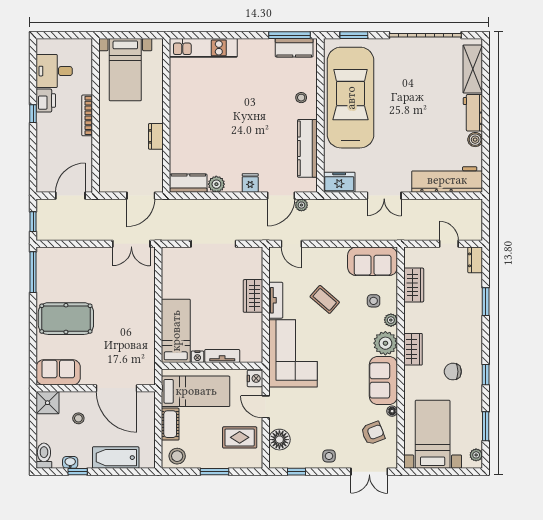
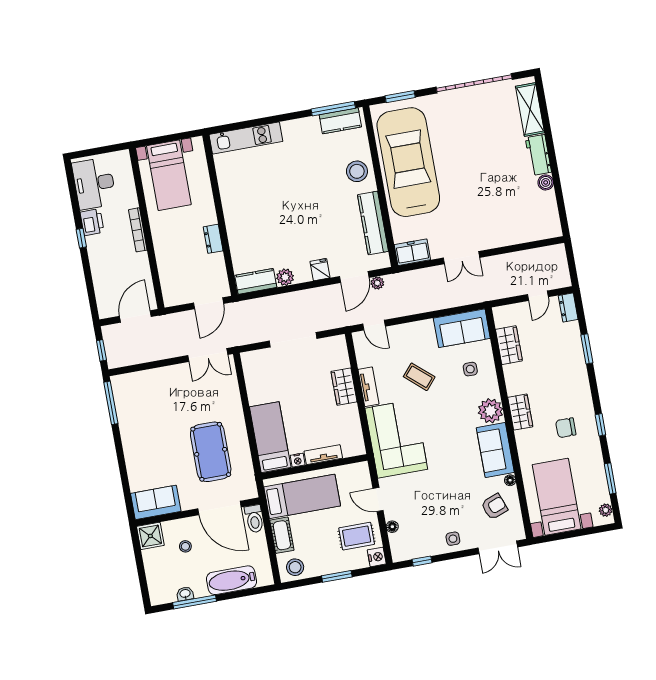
desk: (54, 71) -> (94, 183), width x1.37
stool: (301, 98) -> (357, 171), width x1.89, depth x1.89
workbench: (447, 180) -> (524, 229), removed
door: (449, 244) -> (538, 296), swing flipped
pool table: (66, 319) -> (211, 452), moved, turned 90
plant: (391, 320) -> (492, 386), removed
nightstand: (255, 378) -> (377, 557), moved
floor lamp: (279, 440) -> (392, 527), width x0.53, depth x0.53
toilet: (44, 456) -> (254, 519), moved, turned 180
window: (78, 472) -> (195, 602), width x2.17

